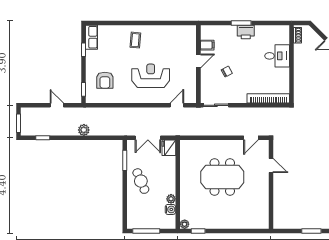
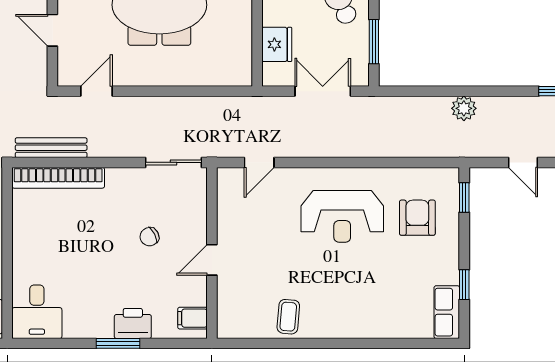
printer: (246, 32) -> (133, 323), moved
coffee table: (135, 40) -> (288, 317), moved
filing cabinet: (207, 45) -> (192, 318), moved
desk: (277, 56) -> (37, 312), moved, turned -90
reception desk: (151, 76) -> (342, 216), moved
bench: (271, 112) -> (51, 148), added
fridge: (169, 148) -> (277, 44), moved

